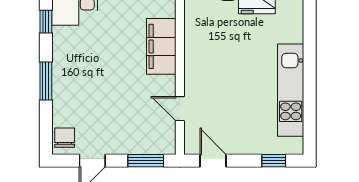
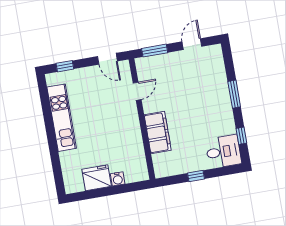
door: (180, 109) -> (137, 91), hinge flipped
chair: (65, 138) -> (214, 57), removed

